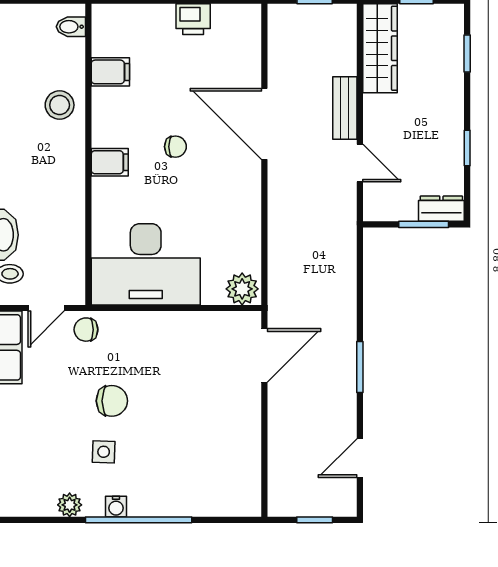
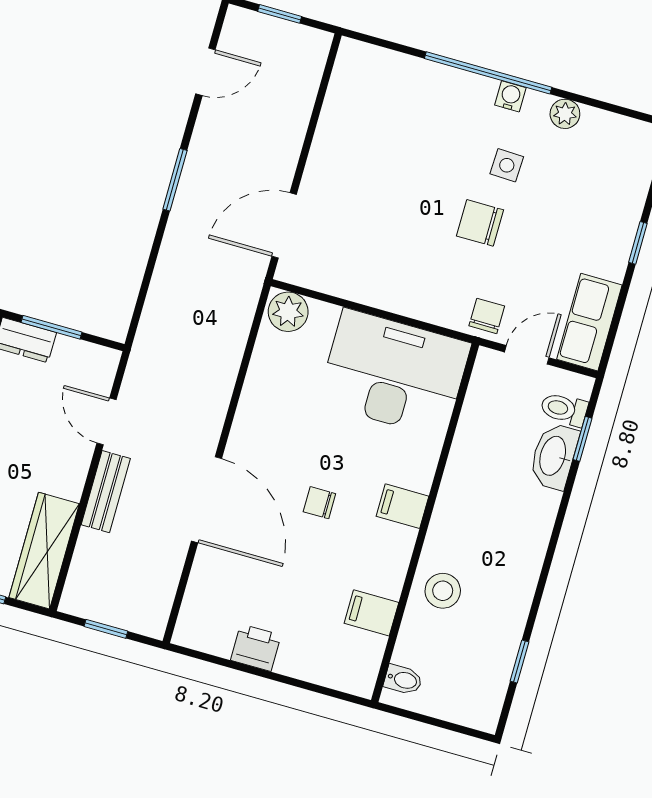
chair: (86, 330) -> (487, 316), turned -90

